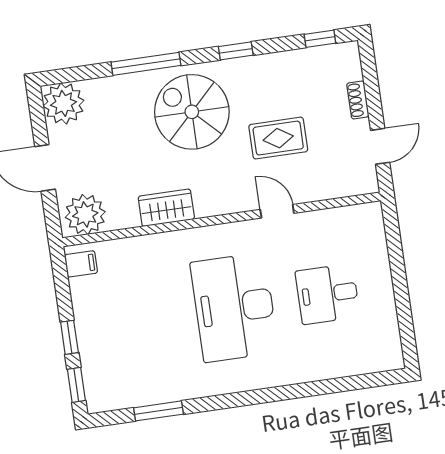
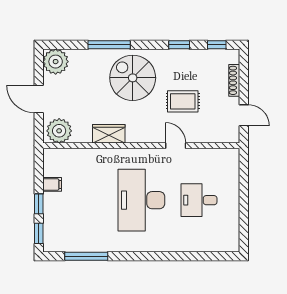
window: (236, 51) -> (179, 45), moved
shoe rack: (358, 100) -> (234, 80), width x1.43
door: (380, 146) -> (244, 115), hinge flipped
filing cabinet: (81, 264) -> (52, 184), moved
window: (159, 411) -> (86, 256), width x1.44

